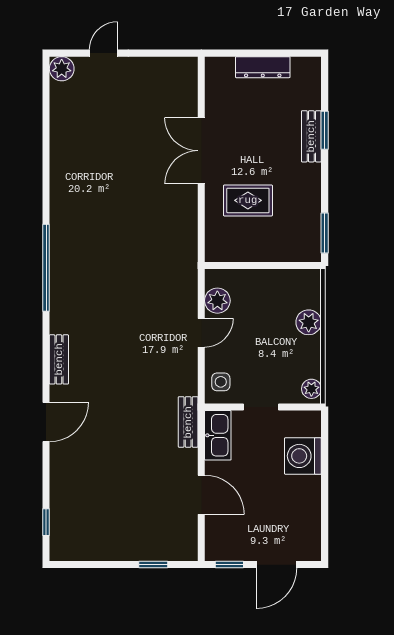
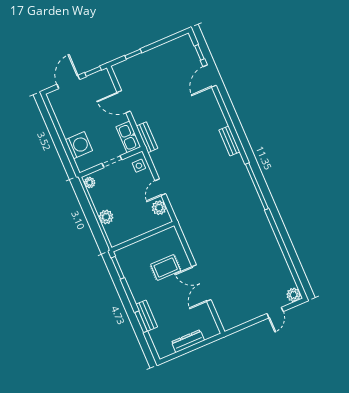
double door: (201, 151) -> (201, 283), swing flipped
door: (46, 422) -> (210, 76), moved

